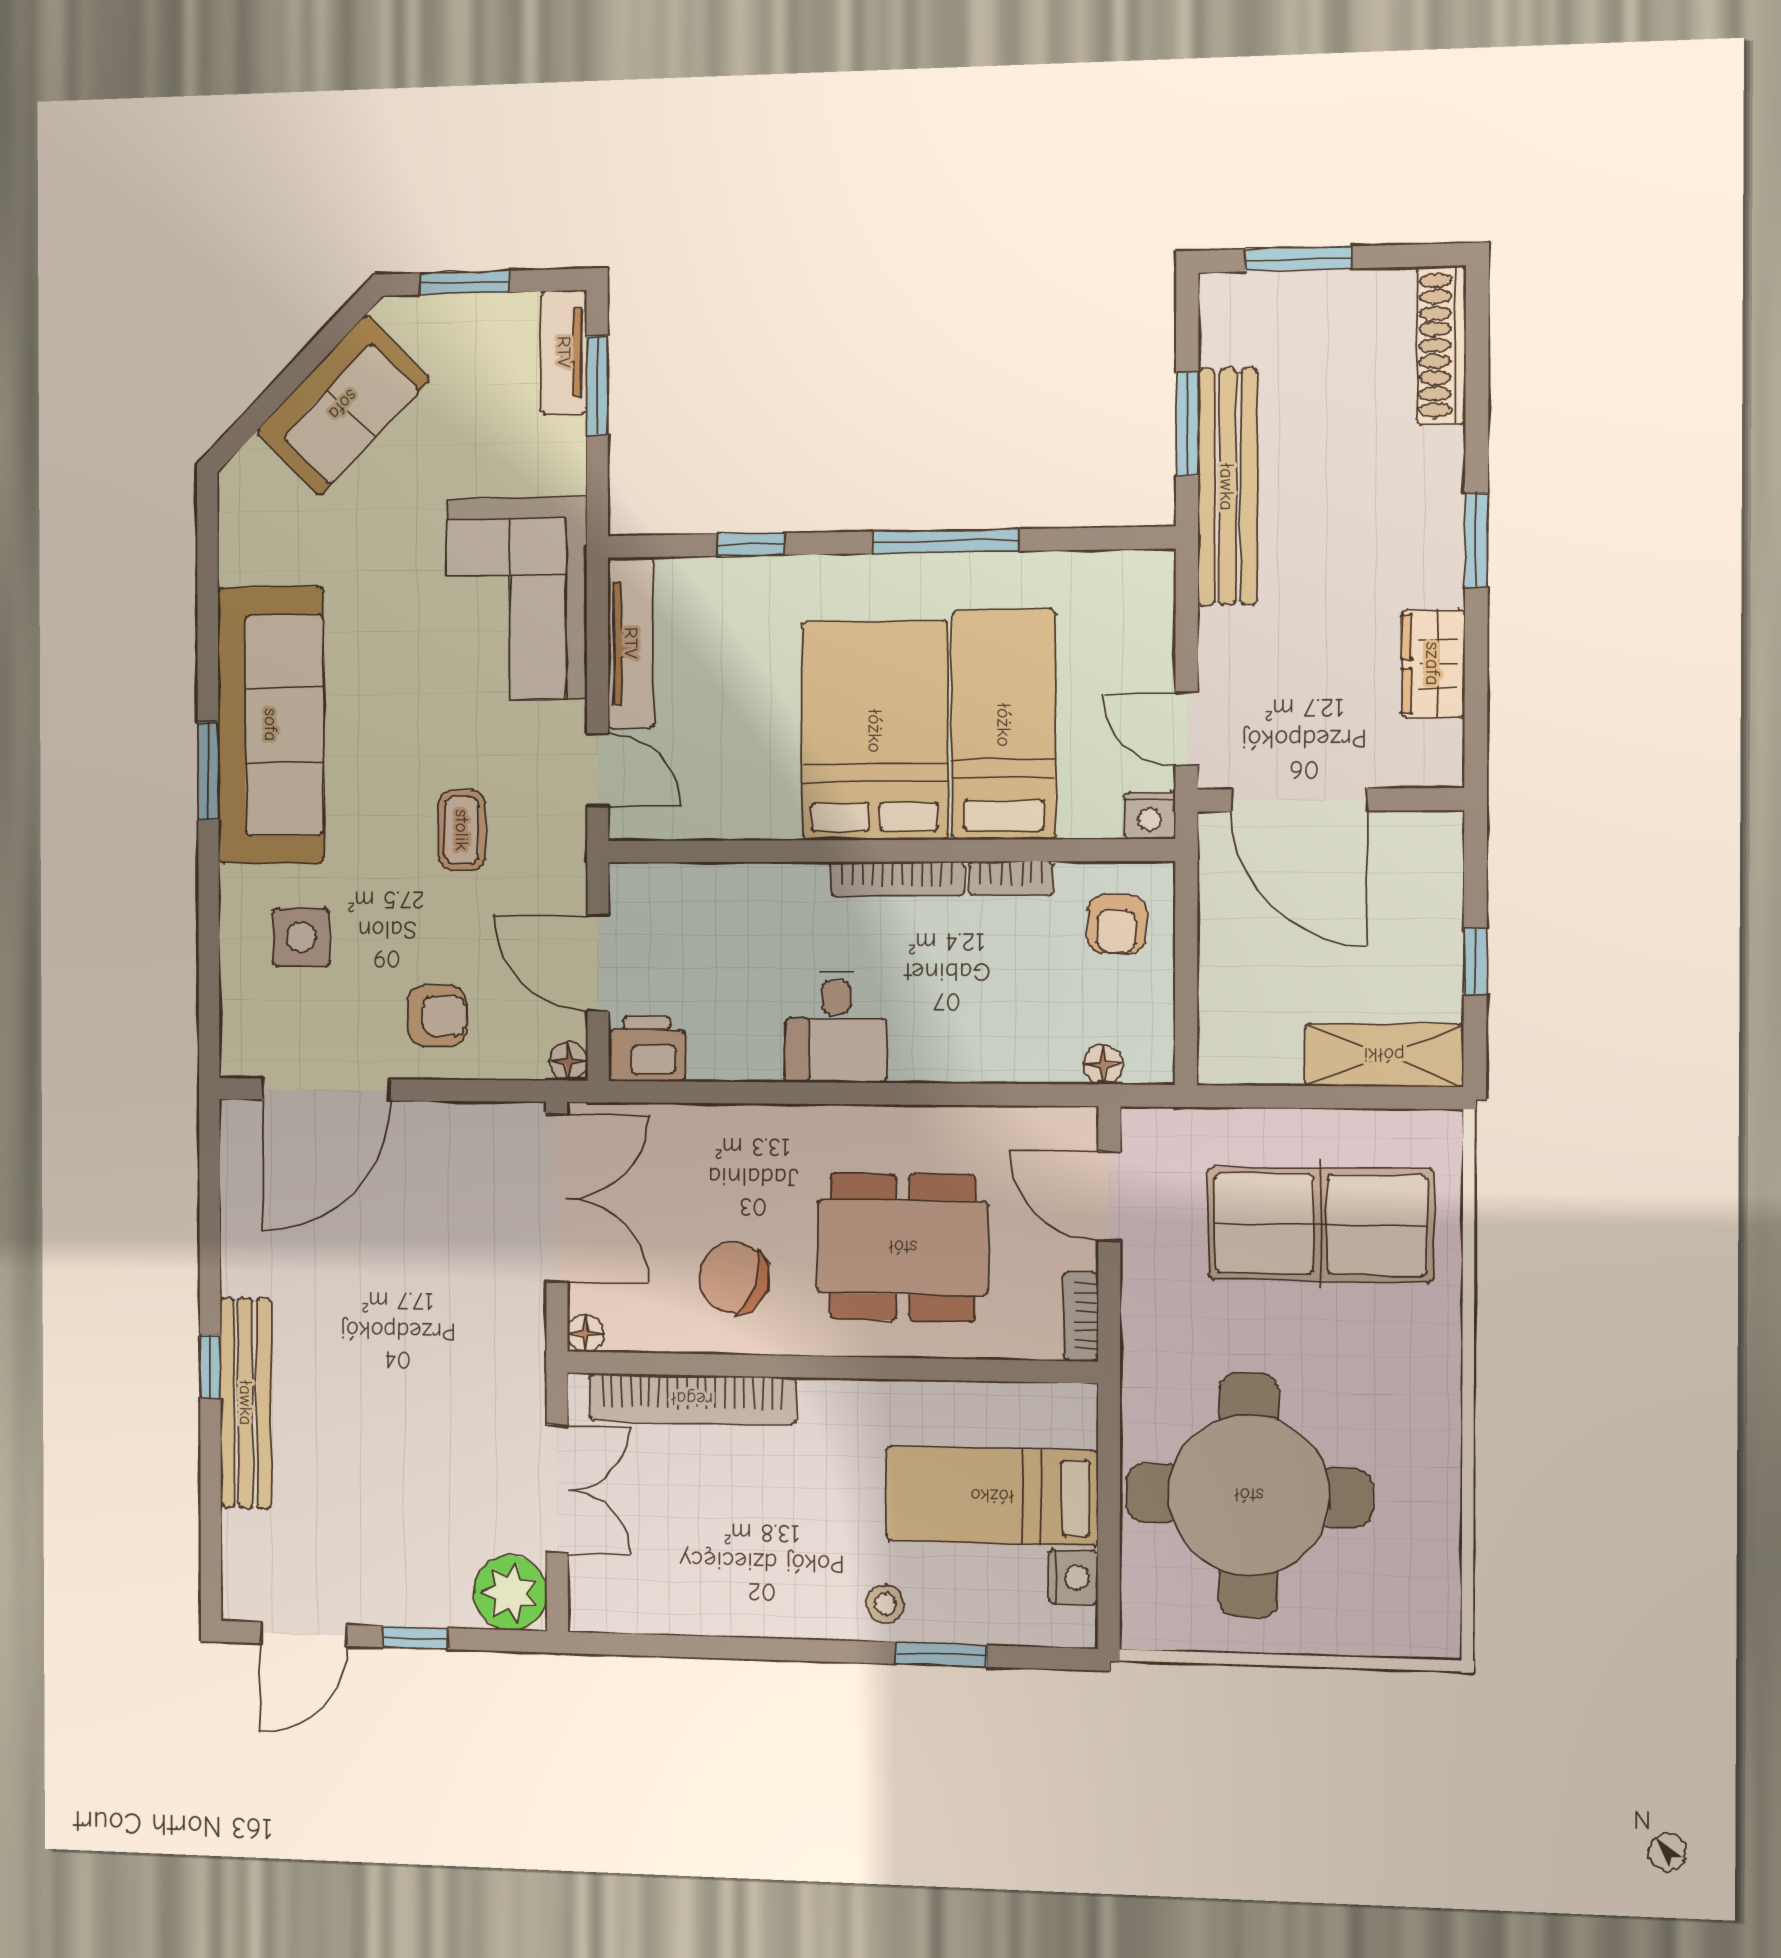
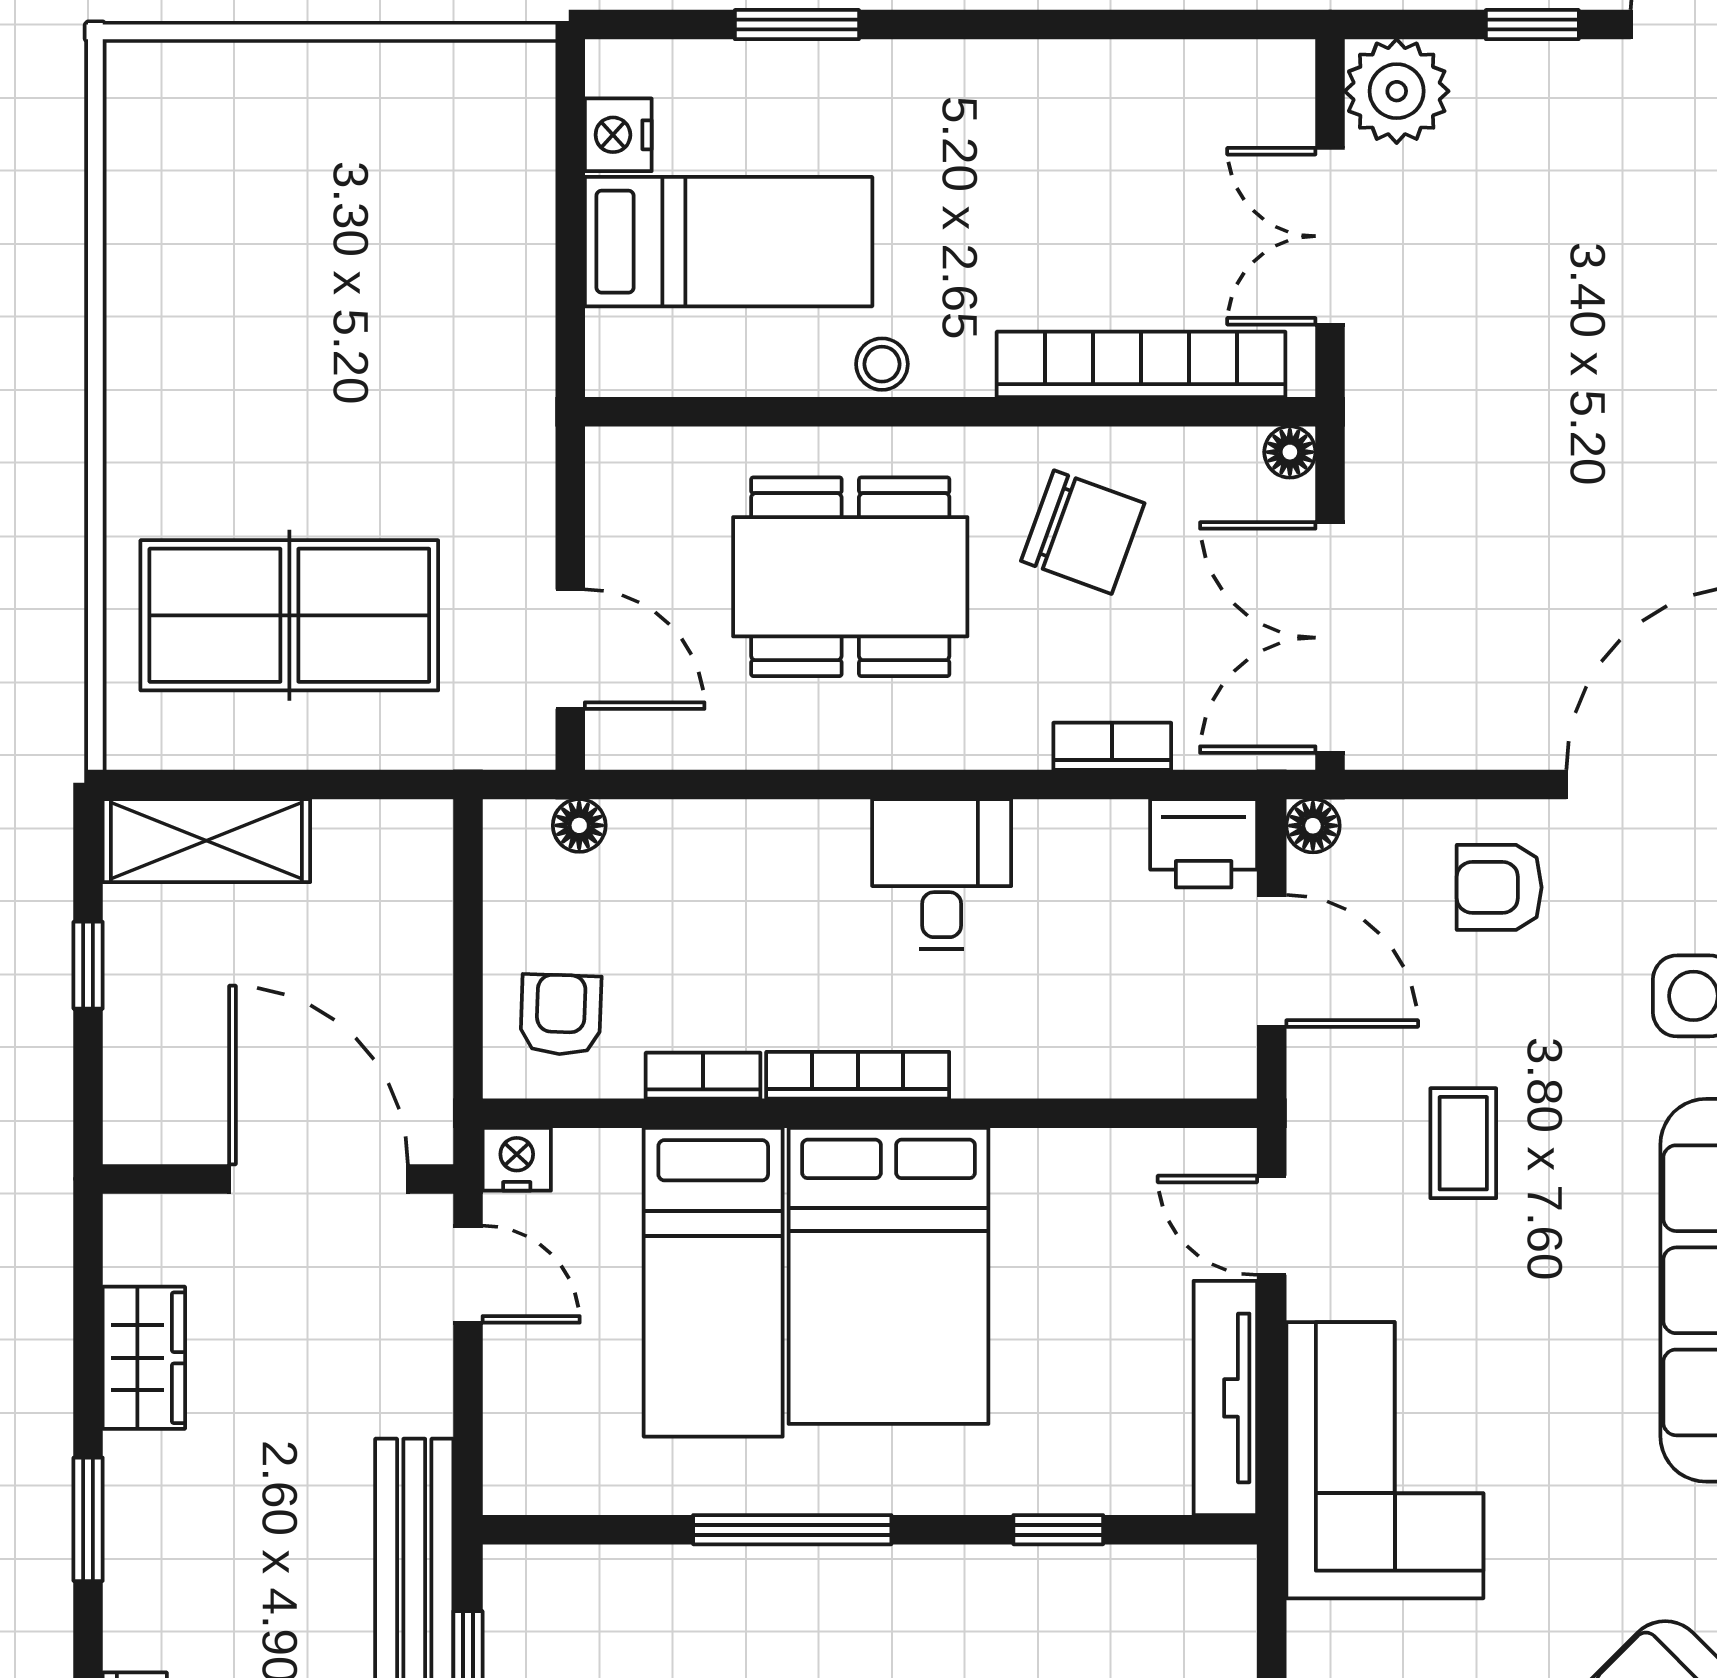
bookcase: (1081, 1316) -> (1112, 746), moved, turned -90
round table: (1249, 1495) -> (383, 251), removed
stool: (885, 1604) -> (882, 364), moved

